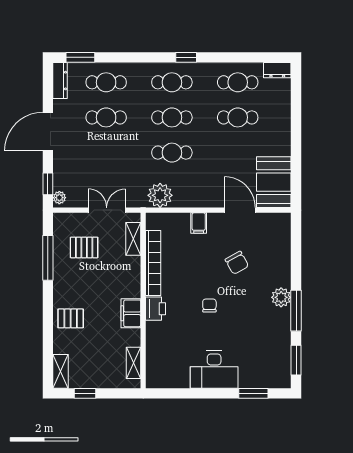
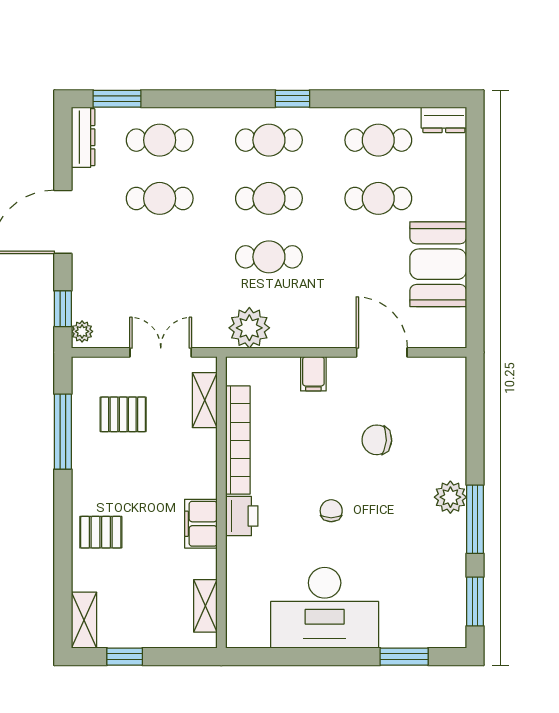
booth: (274, 182) -> (438, 264), moved
chair: (237, 263) -> (377, 440), turned 123
desk: (214, 370) -> (325, 608), width x1.36, depth x1.30

